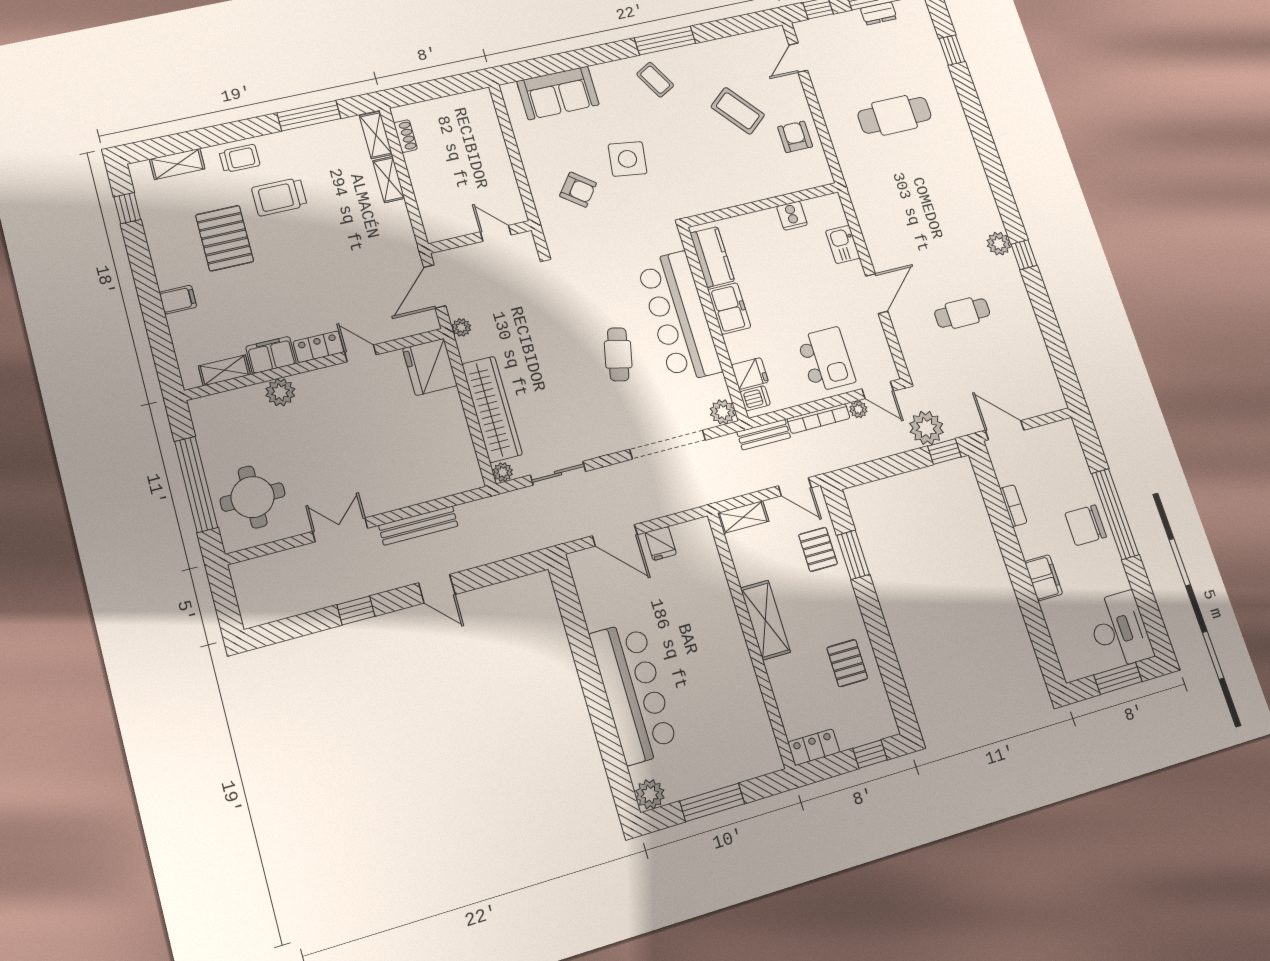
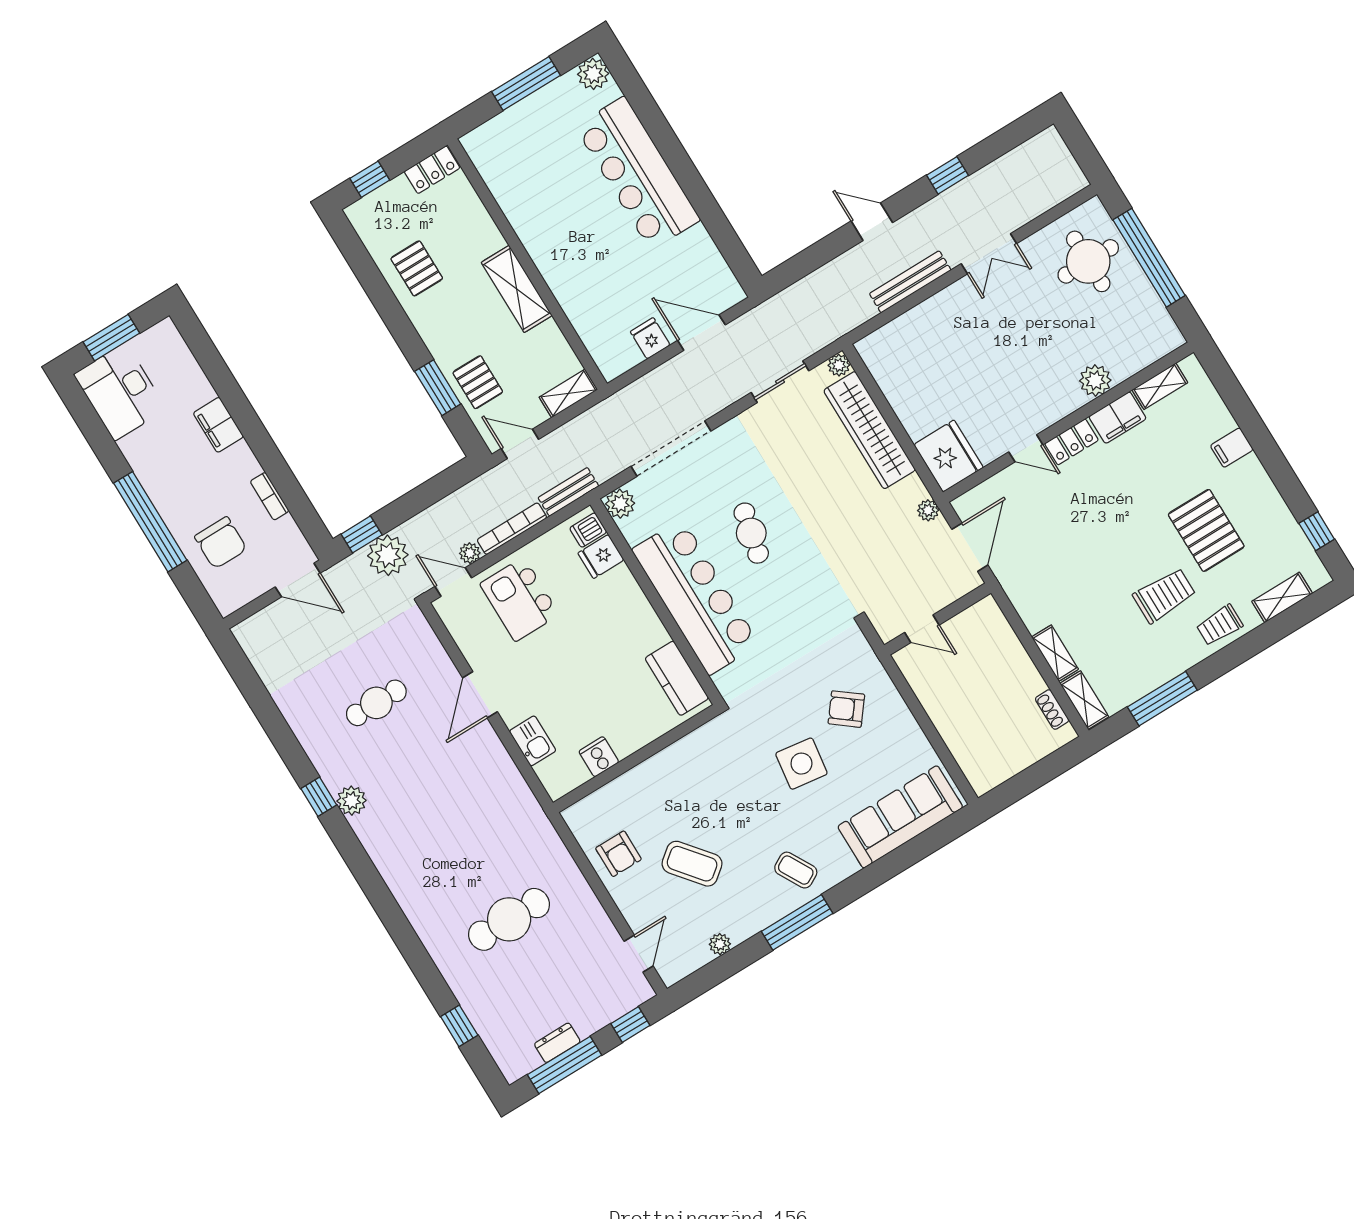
plant: (732, 44) -> (720, 944), added
sofa: (558, 93) -> (900, 817), width x1.36
freezer: (729, 309) -> (642, 624), removed
chair: (1086, 525) -> (221, 543), moved, turned 90

